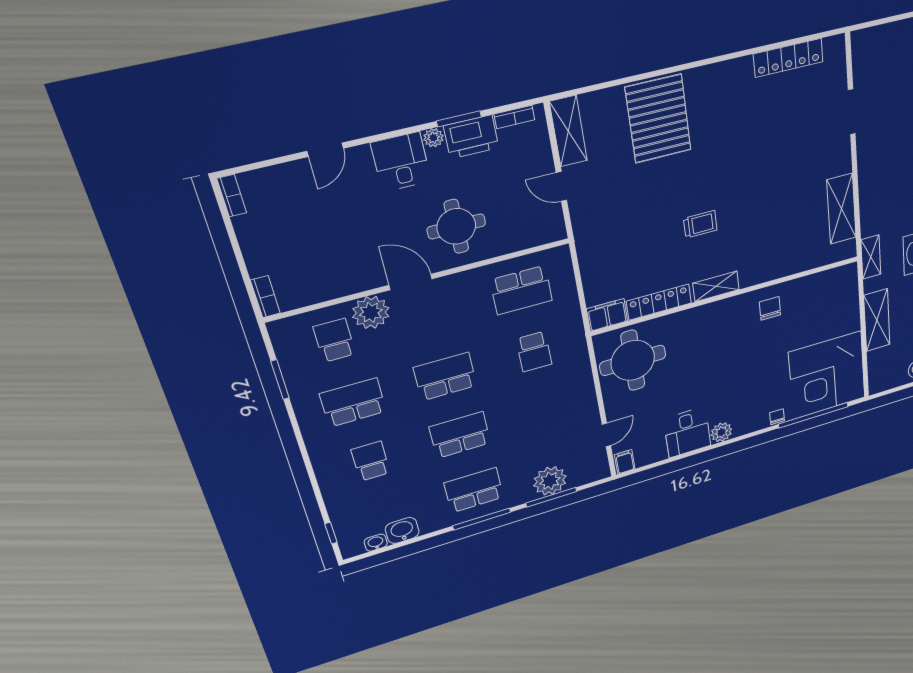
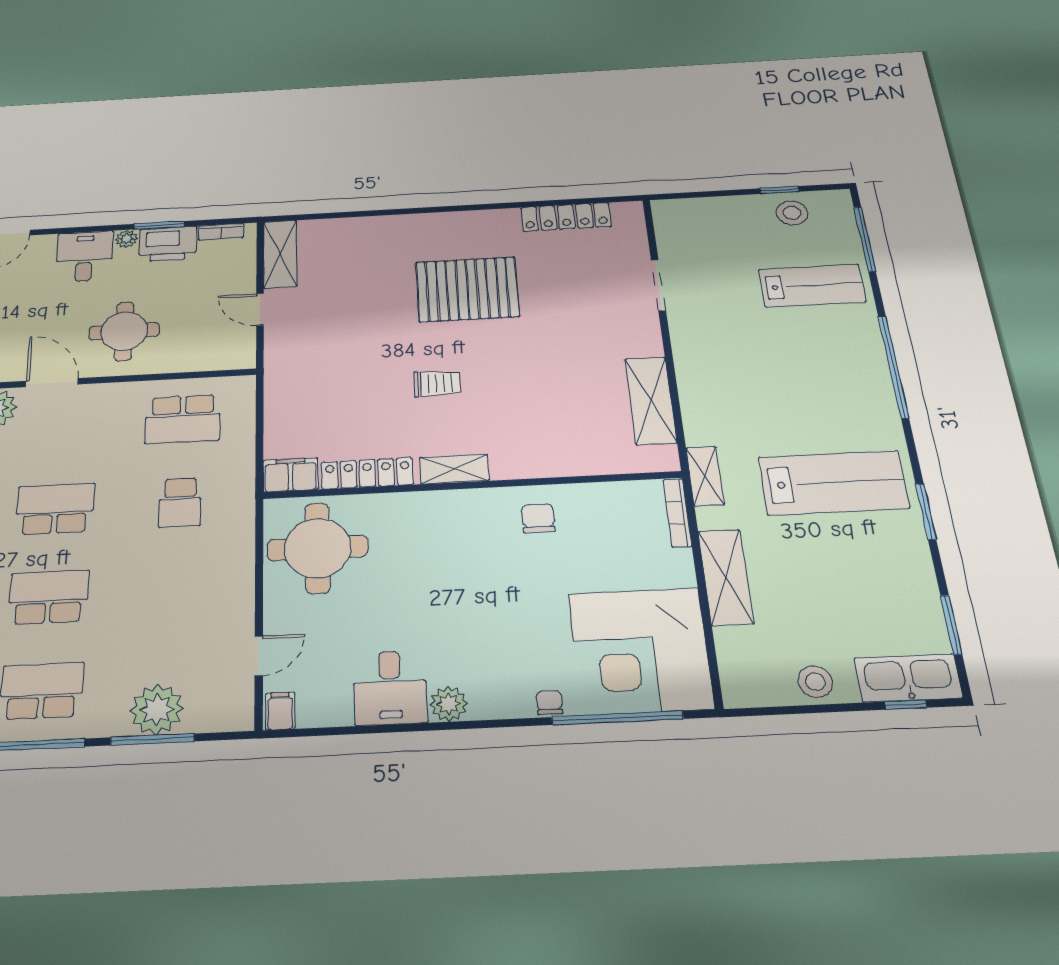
pallet: (658, 119) -> (467, 289), moved, turned 90
bookcase: (853, 286) -> (677, 513), added

